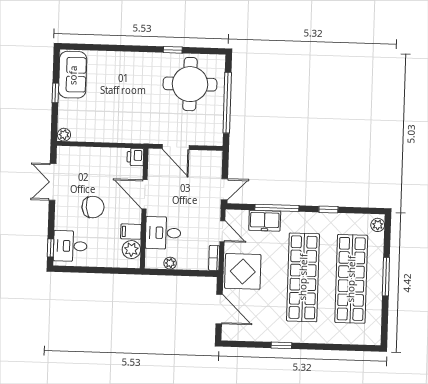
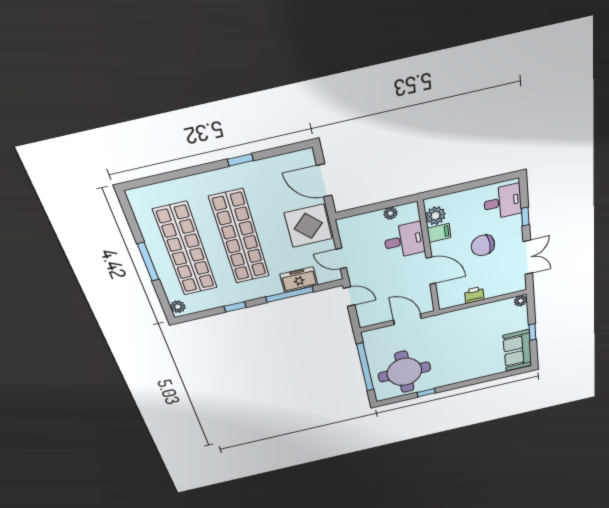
printer: (135, 157) -> (474, 295), moved, turned -90
door: (224, 189) -> (349, 297), swing flipped
window: (50, 248) -> (525, 217), moved
bookcase: (214, 258) -> (343, 231), removed

